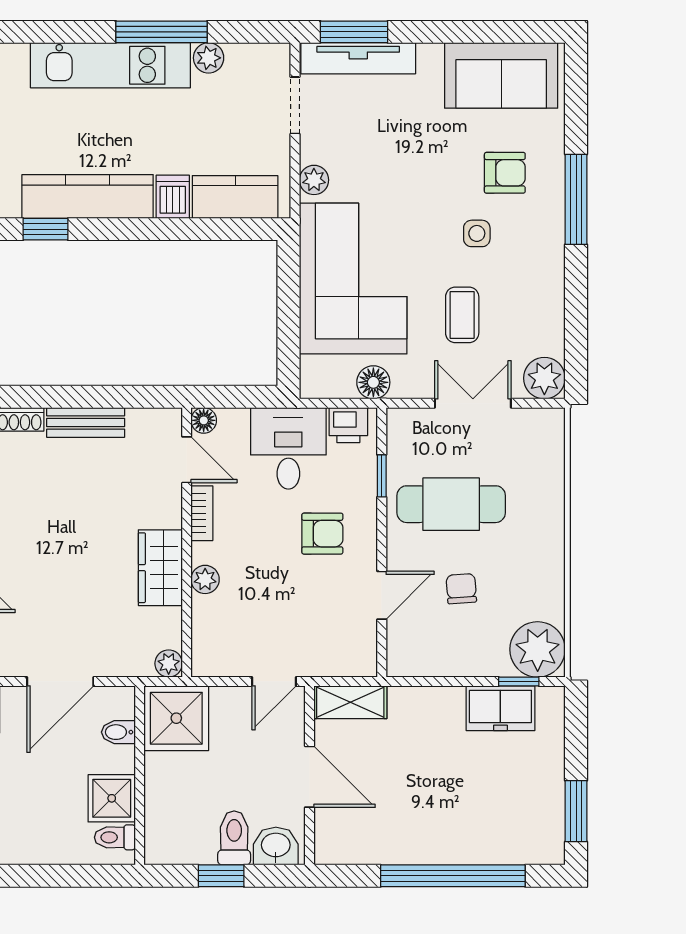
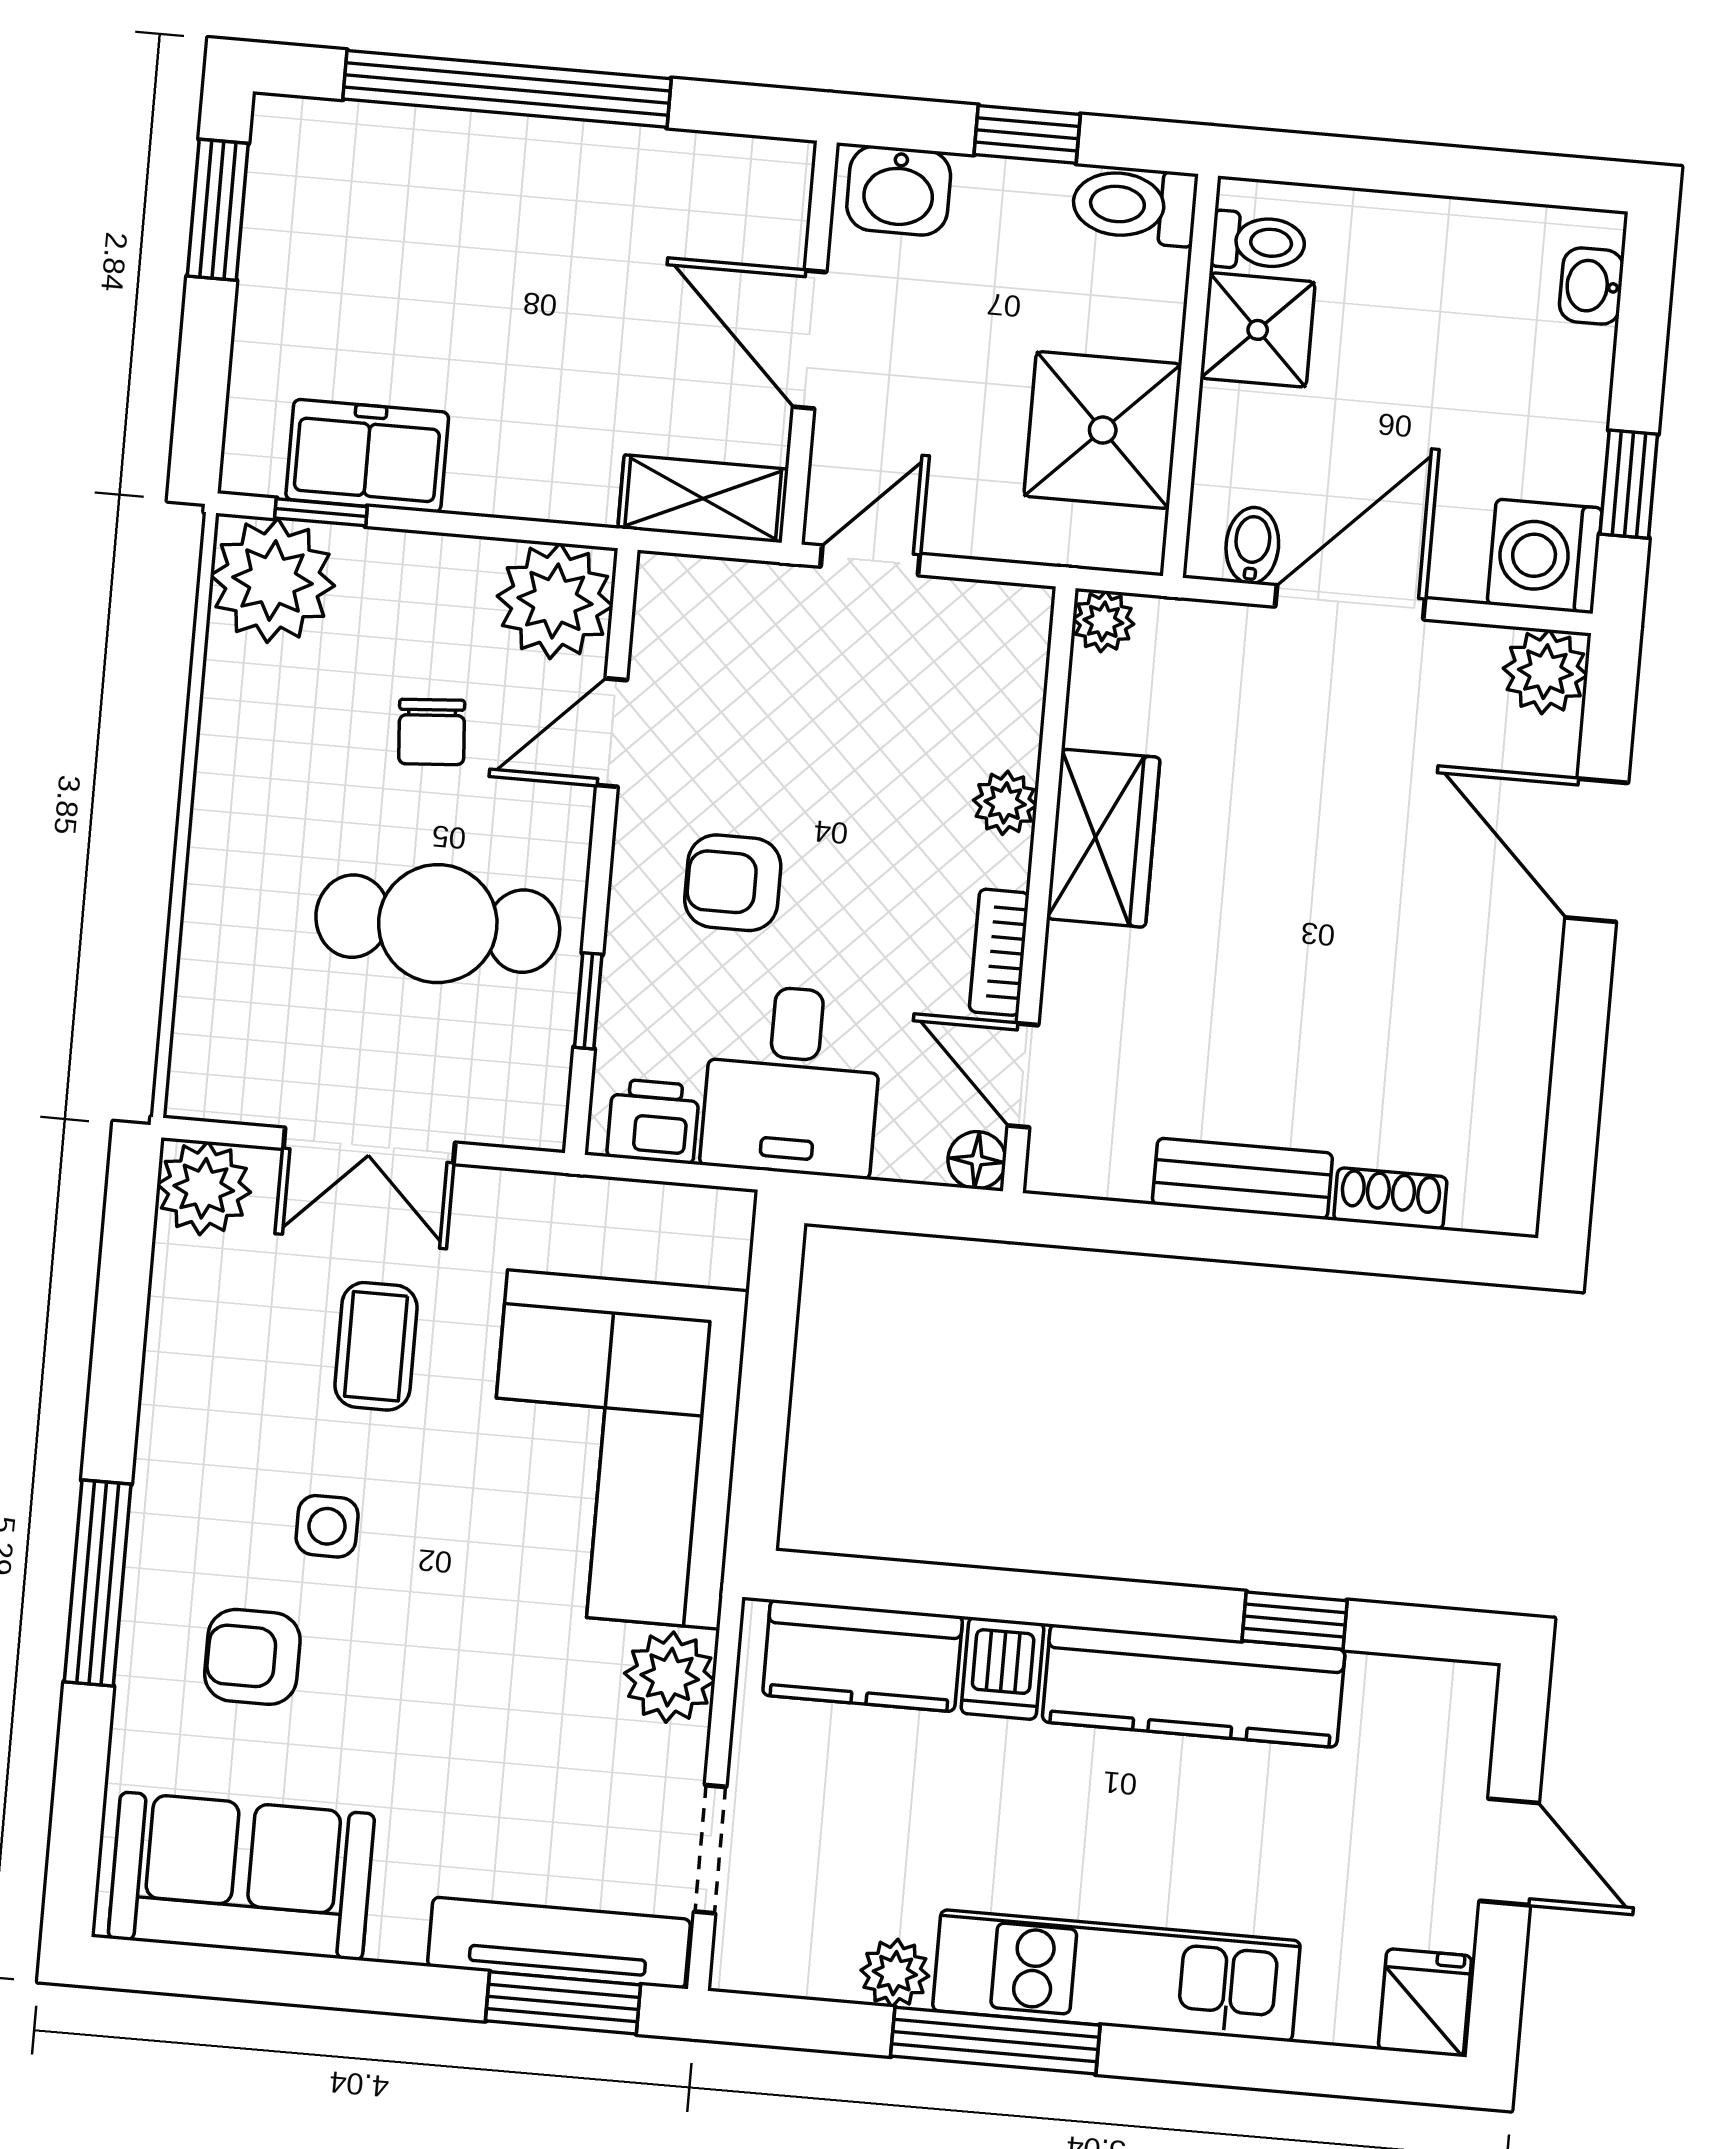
plant: (314, 180) -> (670, 1677), width x1.38, depth x1.38
floor lamp: (373, 382) -> (589, 1212), removed
plant: (412, 651) -> (555, 601), added
shower: (176, 718) -> (1103, 430), moved
bidet: (118, 732) -> (1252, 546), moved, turned -90
toilet: (234, 838) -> (1134, 205), moved, turned 90

